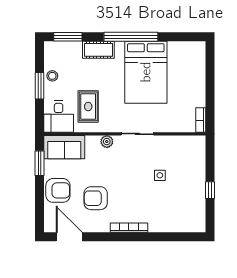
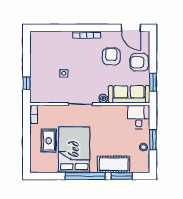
window: (68, 37) -> (122, 176), moved
cot: (98, 50) -> (114, 164), width x1.37, depth x1.34
rug: (88, 106) -> (49, 141), moved
sofa: (64, 147) -> (129, 94), width x1.36
window: (210, 190) -> (26, 83), moved
armchair: (96, 198) -> (111, 56), turned -90

